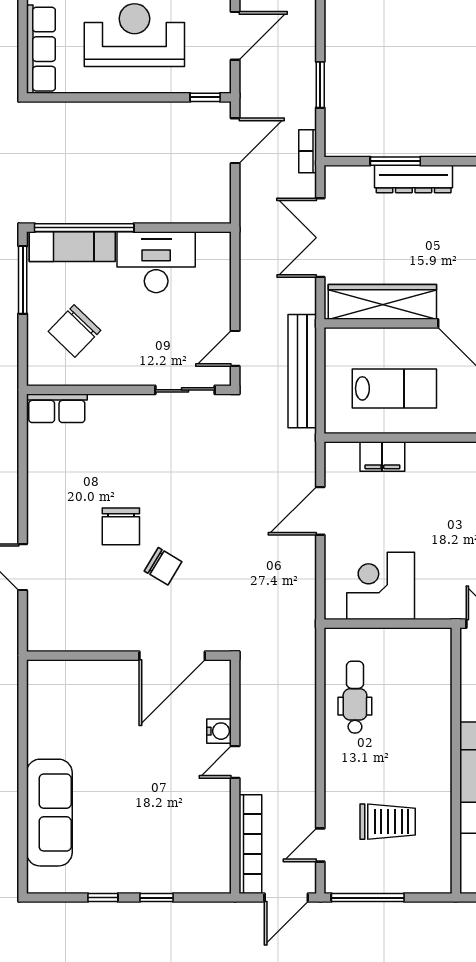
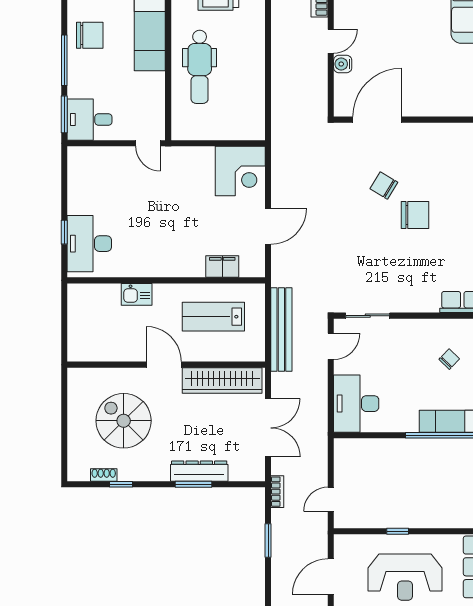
window: (205, 97) -> (398, 531), moved
door: (235, 141) -> (331, 499), width x0.73
window: (395, 161) -> (194, 484), moved
desk: (156, 262) -> (356, 404), moved, turned 90
chair: (75, 331) -> (449, 359), width x0.54, depth x0.54
chair: (121, 526) -> (415, 215), turned 90
corner desk: (381, 586) -> (240, 171), moved
dental chair: (355, 697) -> (200, 67), moved, width x1.36, depth x1.38

